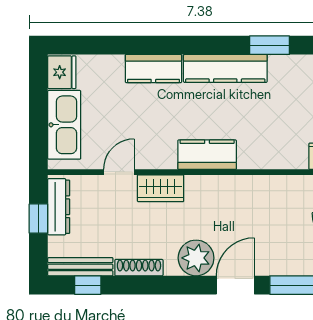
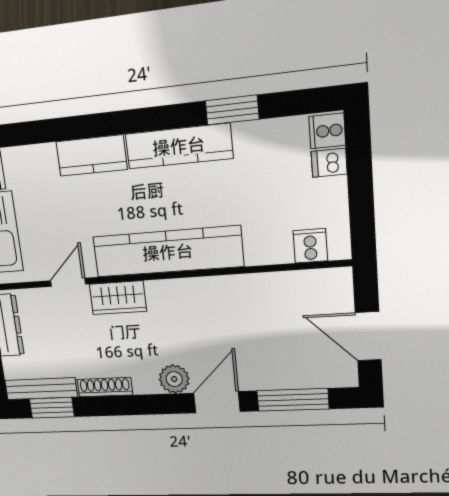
kitchen counter: (207, 155) -> (168, 252), width x2.08, depth x1.17
plant: (196, 258) -> (174, 379), width x0.73, depth x0.73
window: (88, 285) -> (52, 408), width x1.50

